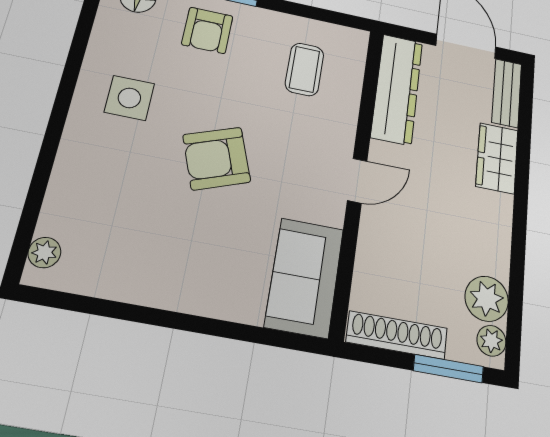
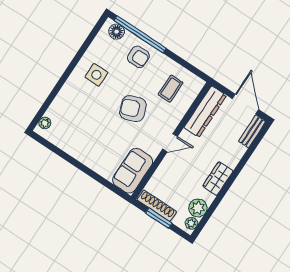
armchair: (207, 30) -> (138, 57), turned -90
armchair: (217, 158) -> (133, 109), moved
wardrobe: (497, 158) -> (218, 179), moved
window: (448, 369) -> (159, 218), moved

